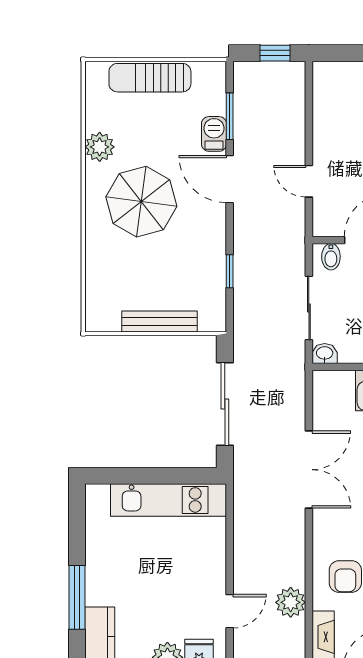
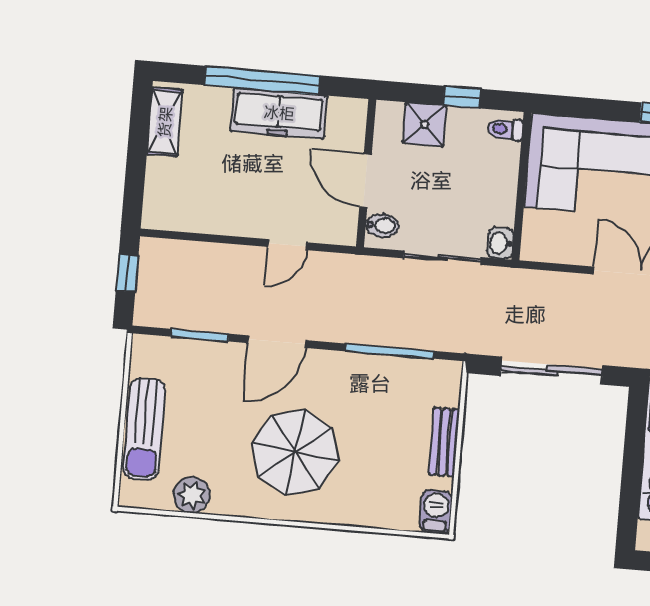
barbecue: (214, 134) -> (436, 512), moved, turned 90
plant: (100, 147) -> (192, 495), moved
window: (230, 271) -> (390, 351), width x2.17
bench: (160, 321) -> (444, 442), width x0.73

